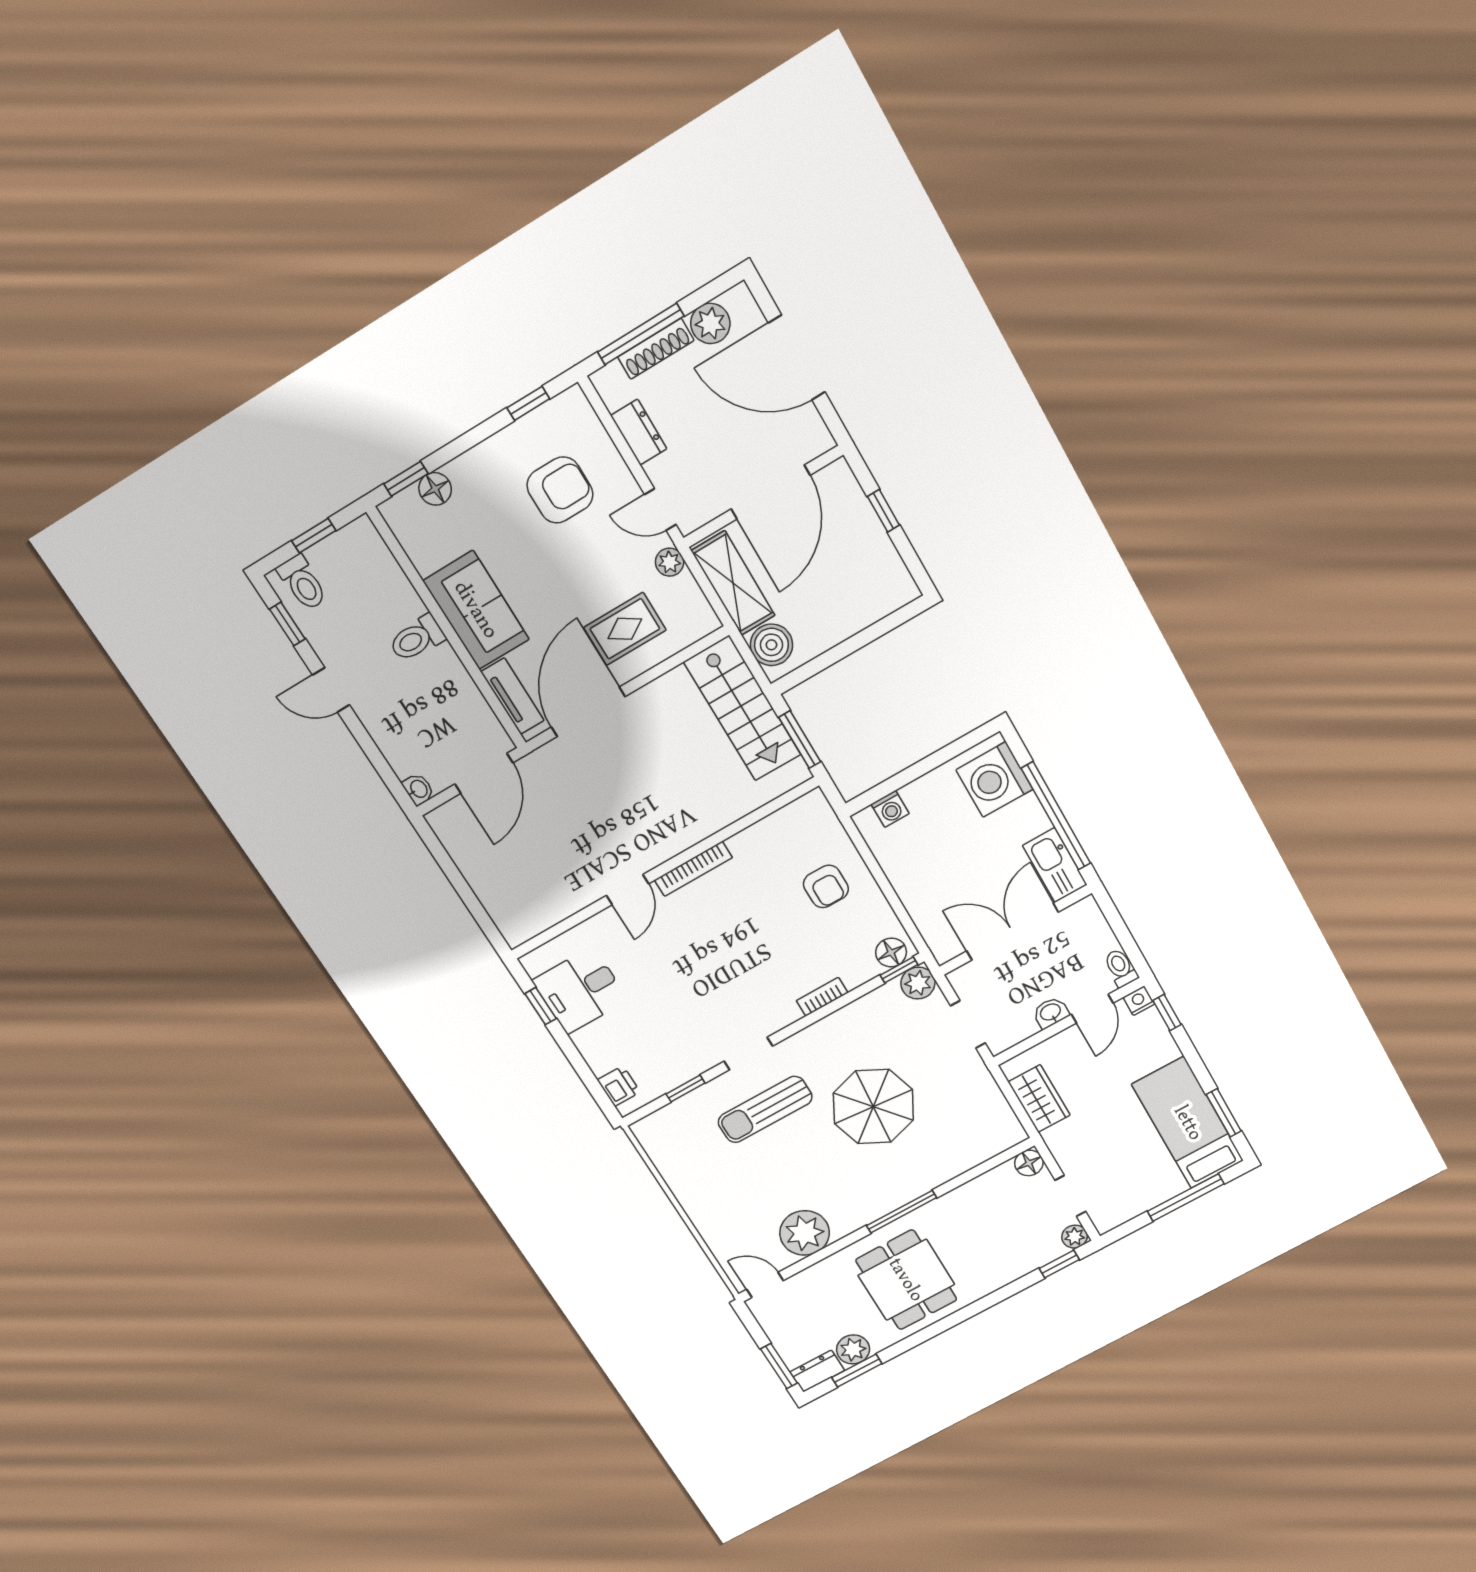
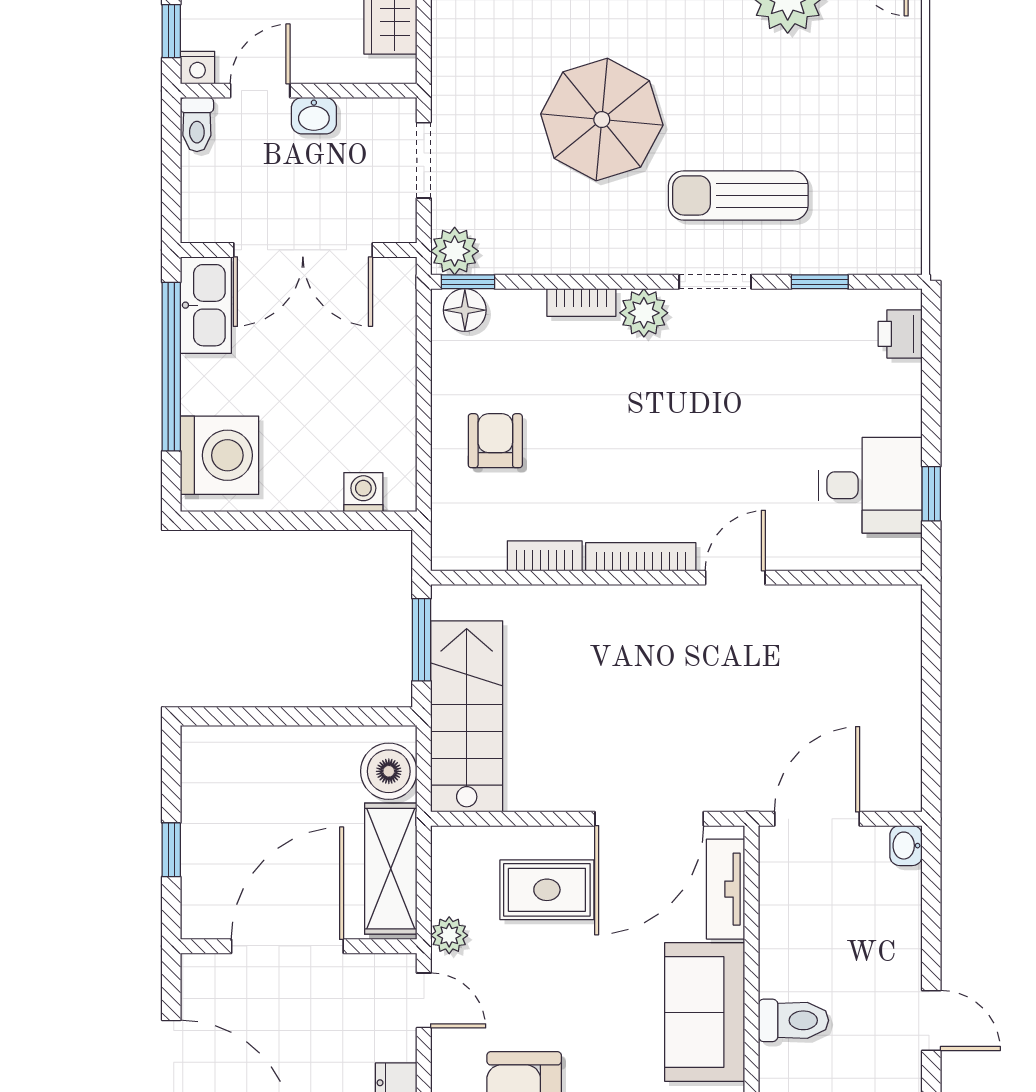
bookcase: (753, 835) -> (545, 556), added
plant: (780, 1012) -> (644, 313), added
sun lounger: (765, 1109) -> (738, 195), turned 180

